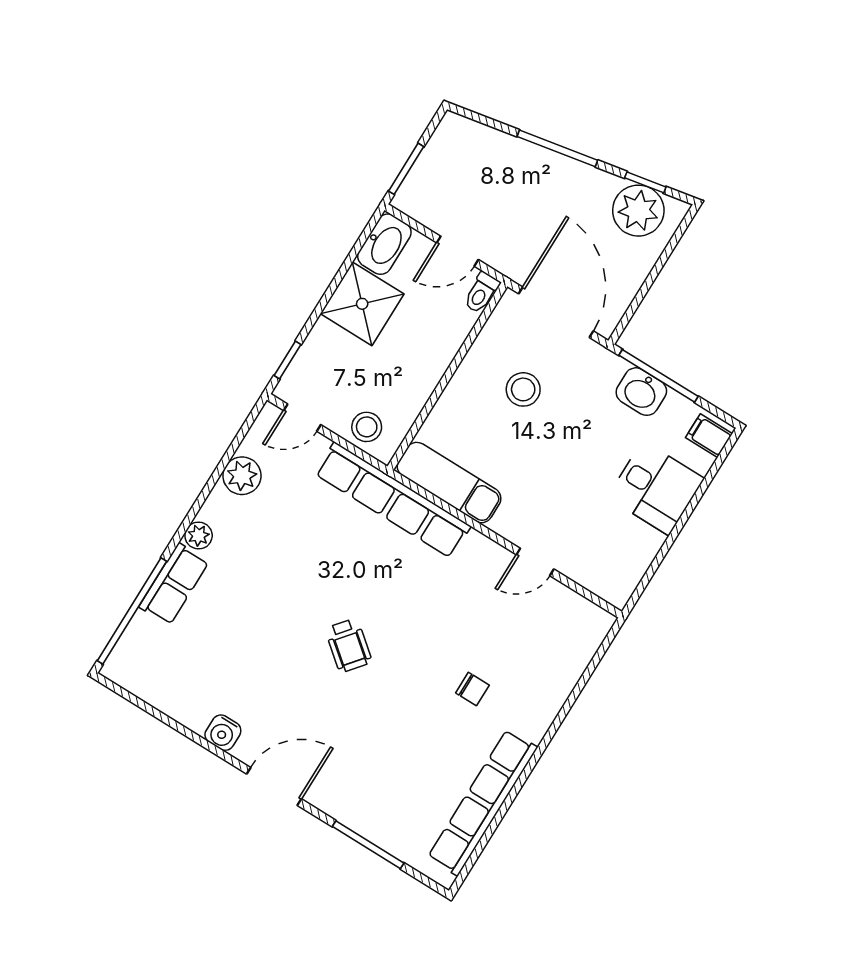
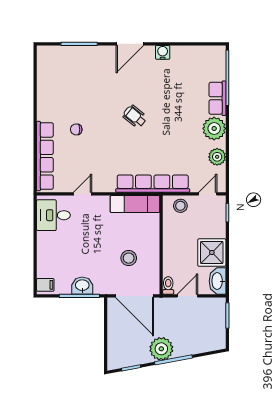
plant: (638, 211) -> (161, 349), moved
desk: (656, 488) -> (53, 215), moved
plant: (199, 536) -> (214, 128), width x1.87, depth x1.87
row of seats: (483, 802) -> (45, 156), moved

